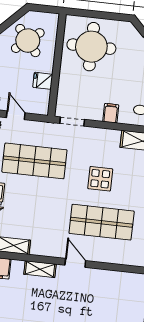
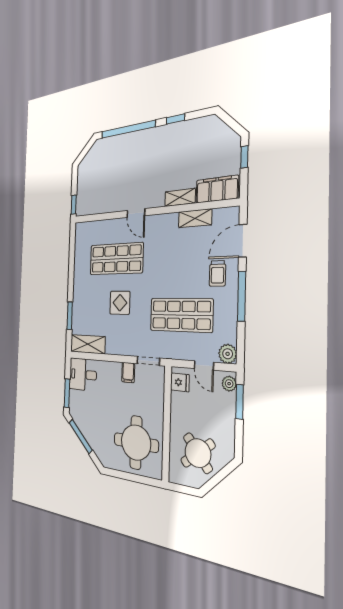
fridge: (43, 81) -> (180, 382), moved
filing cabinet: (111, 113) -> (128, 372), moved
shelving: (40, 269) -> (180, 197), moved

